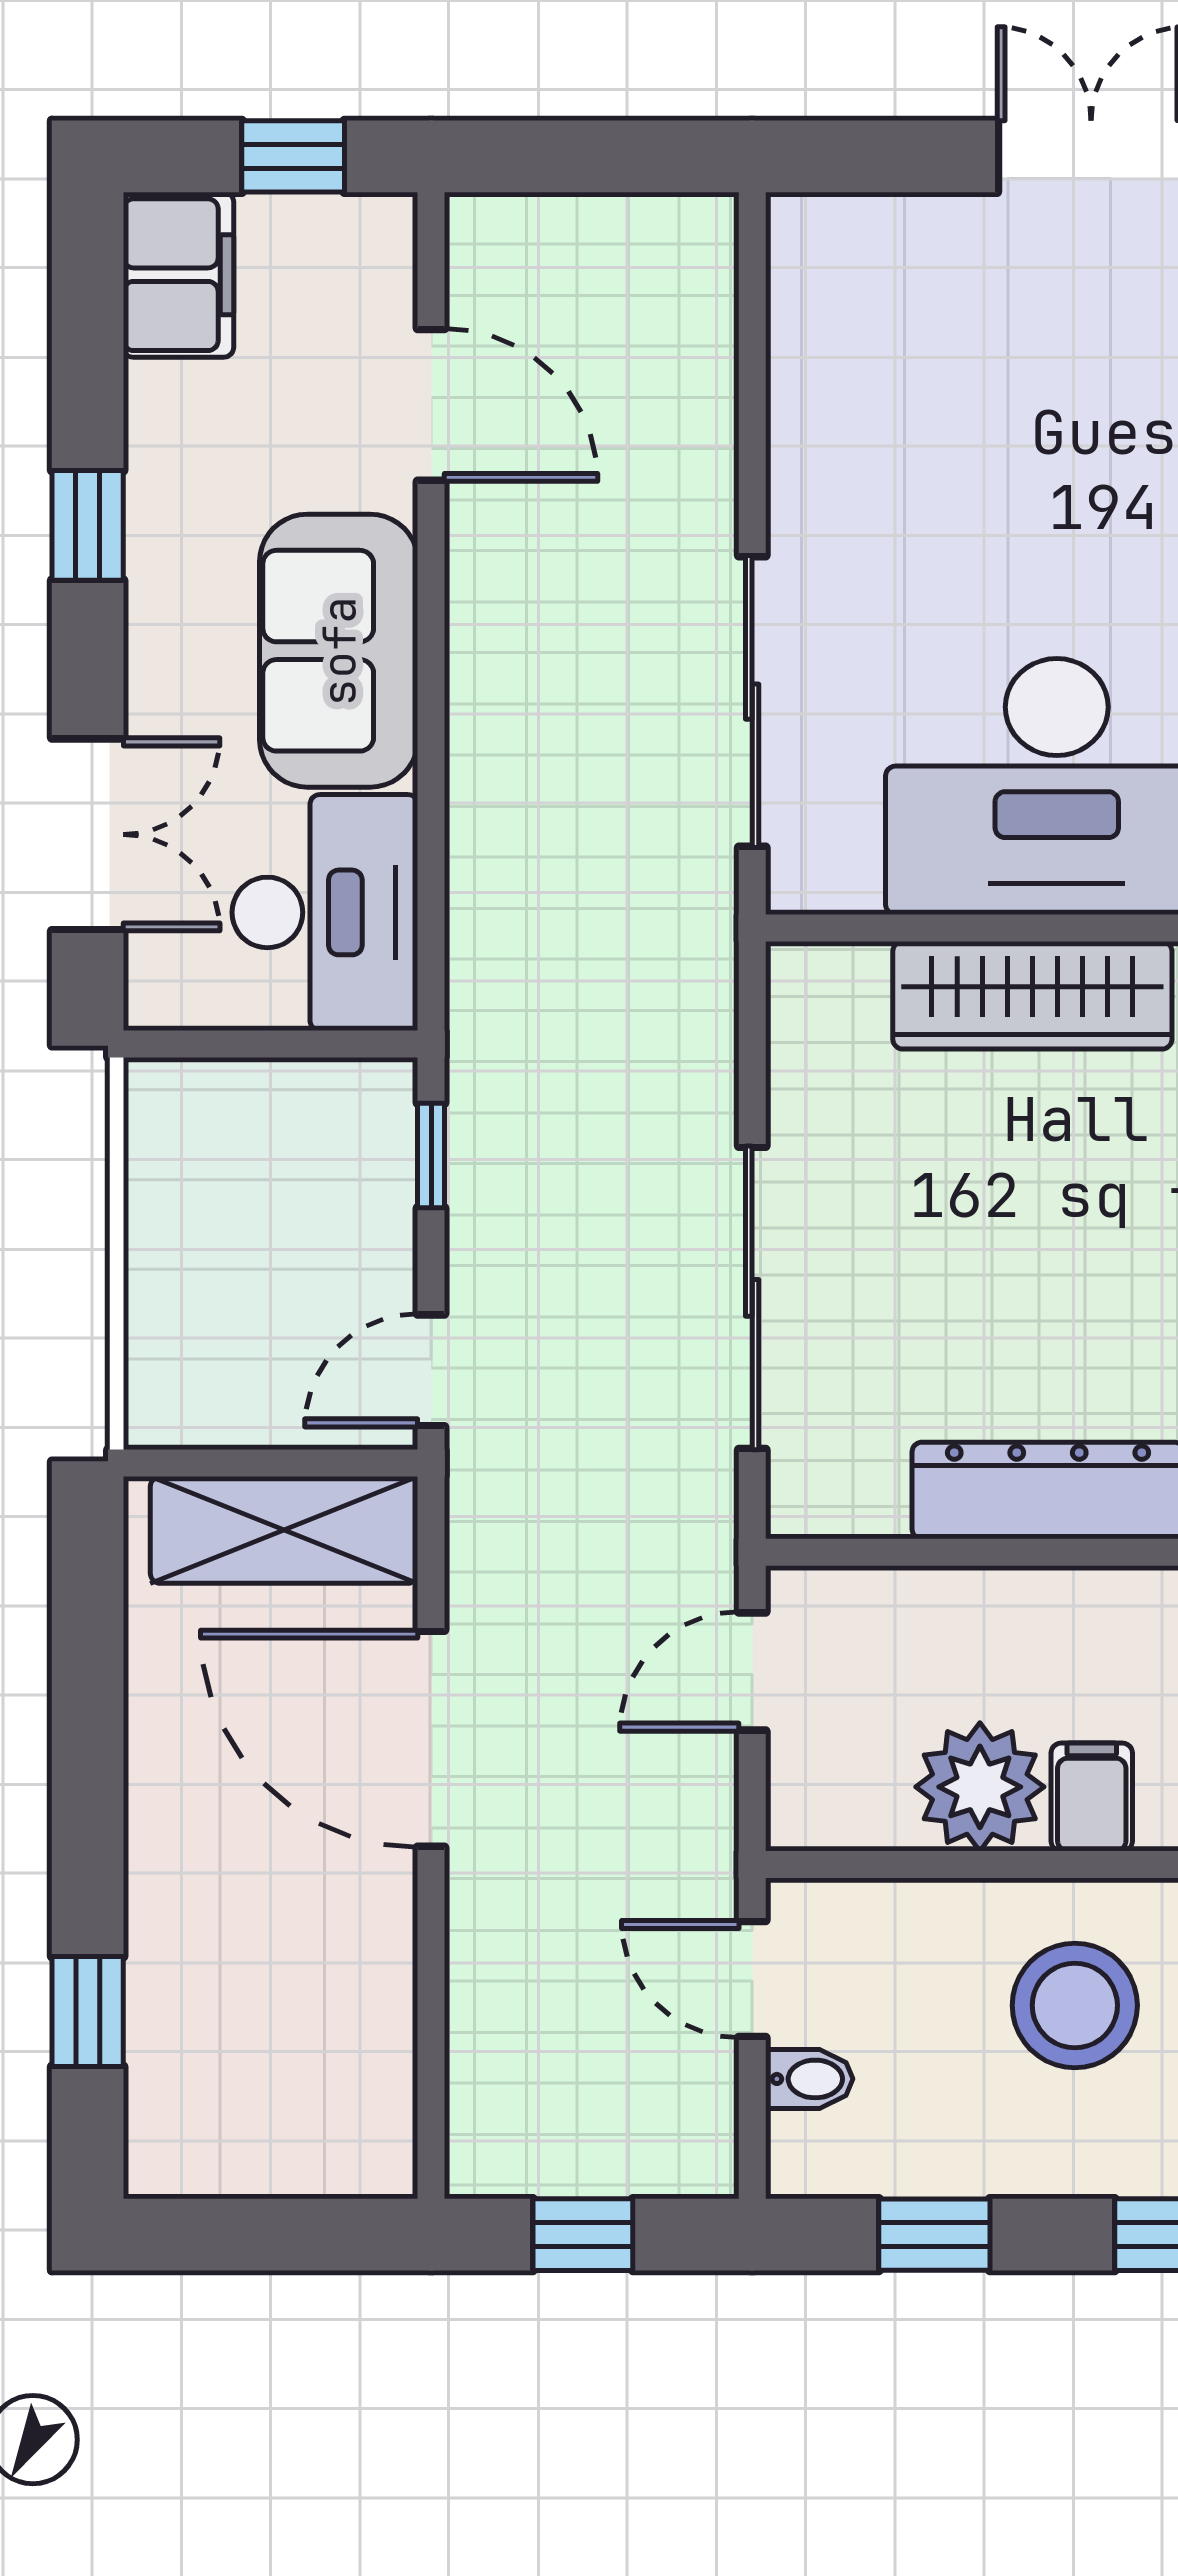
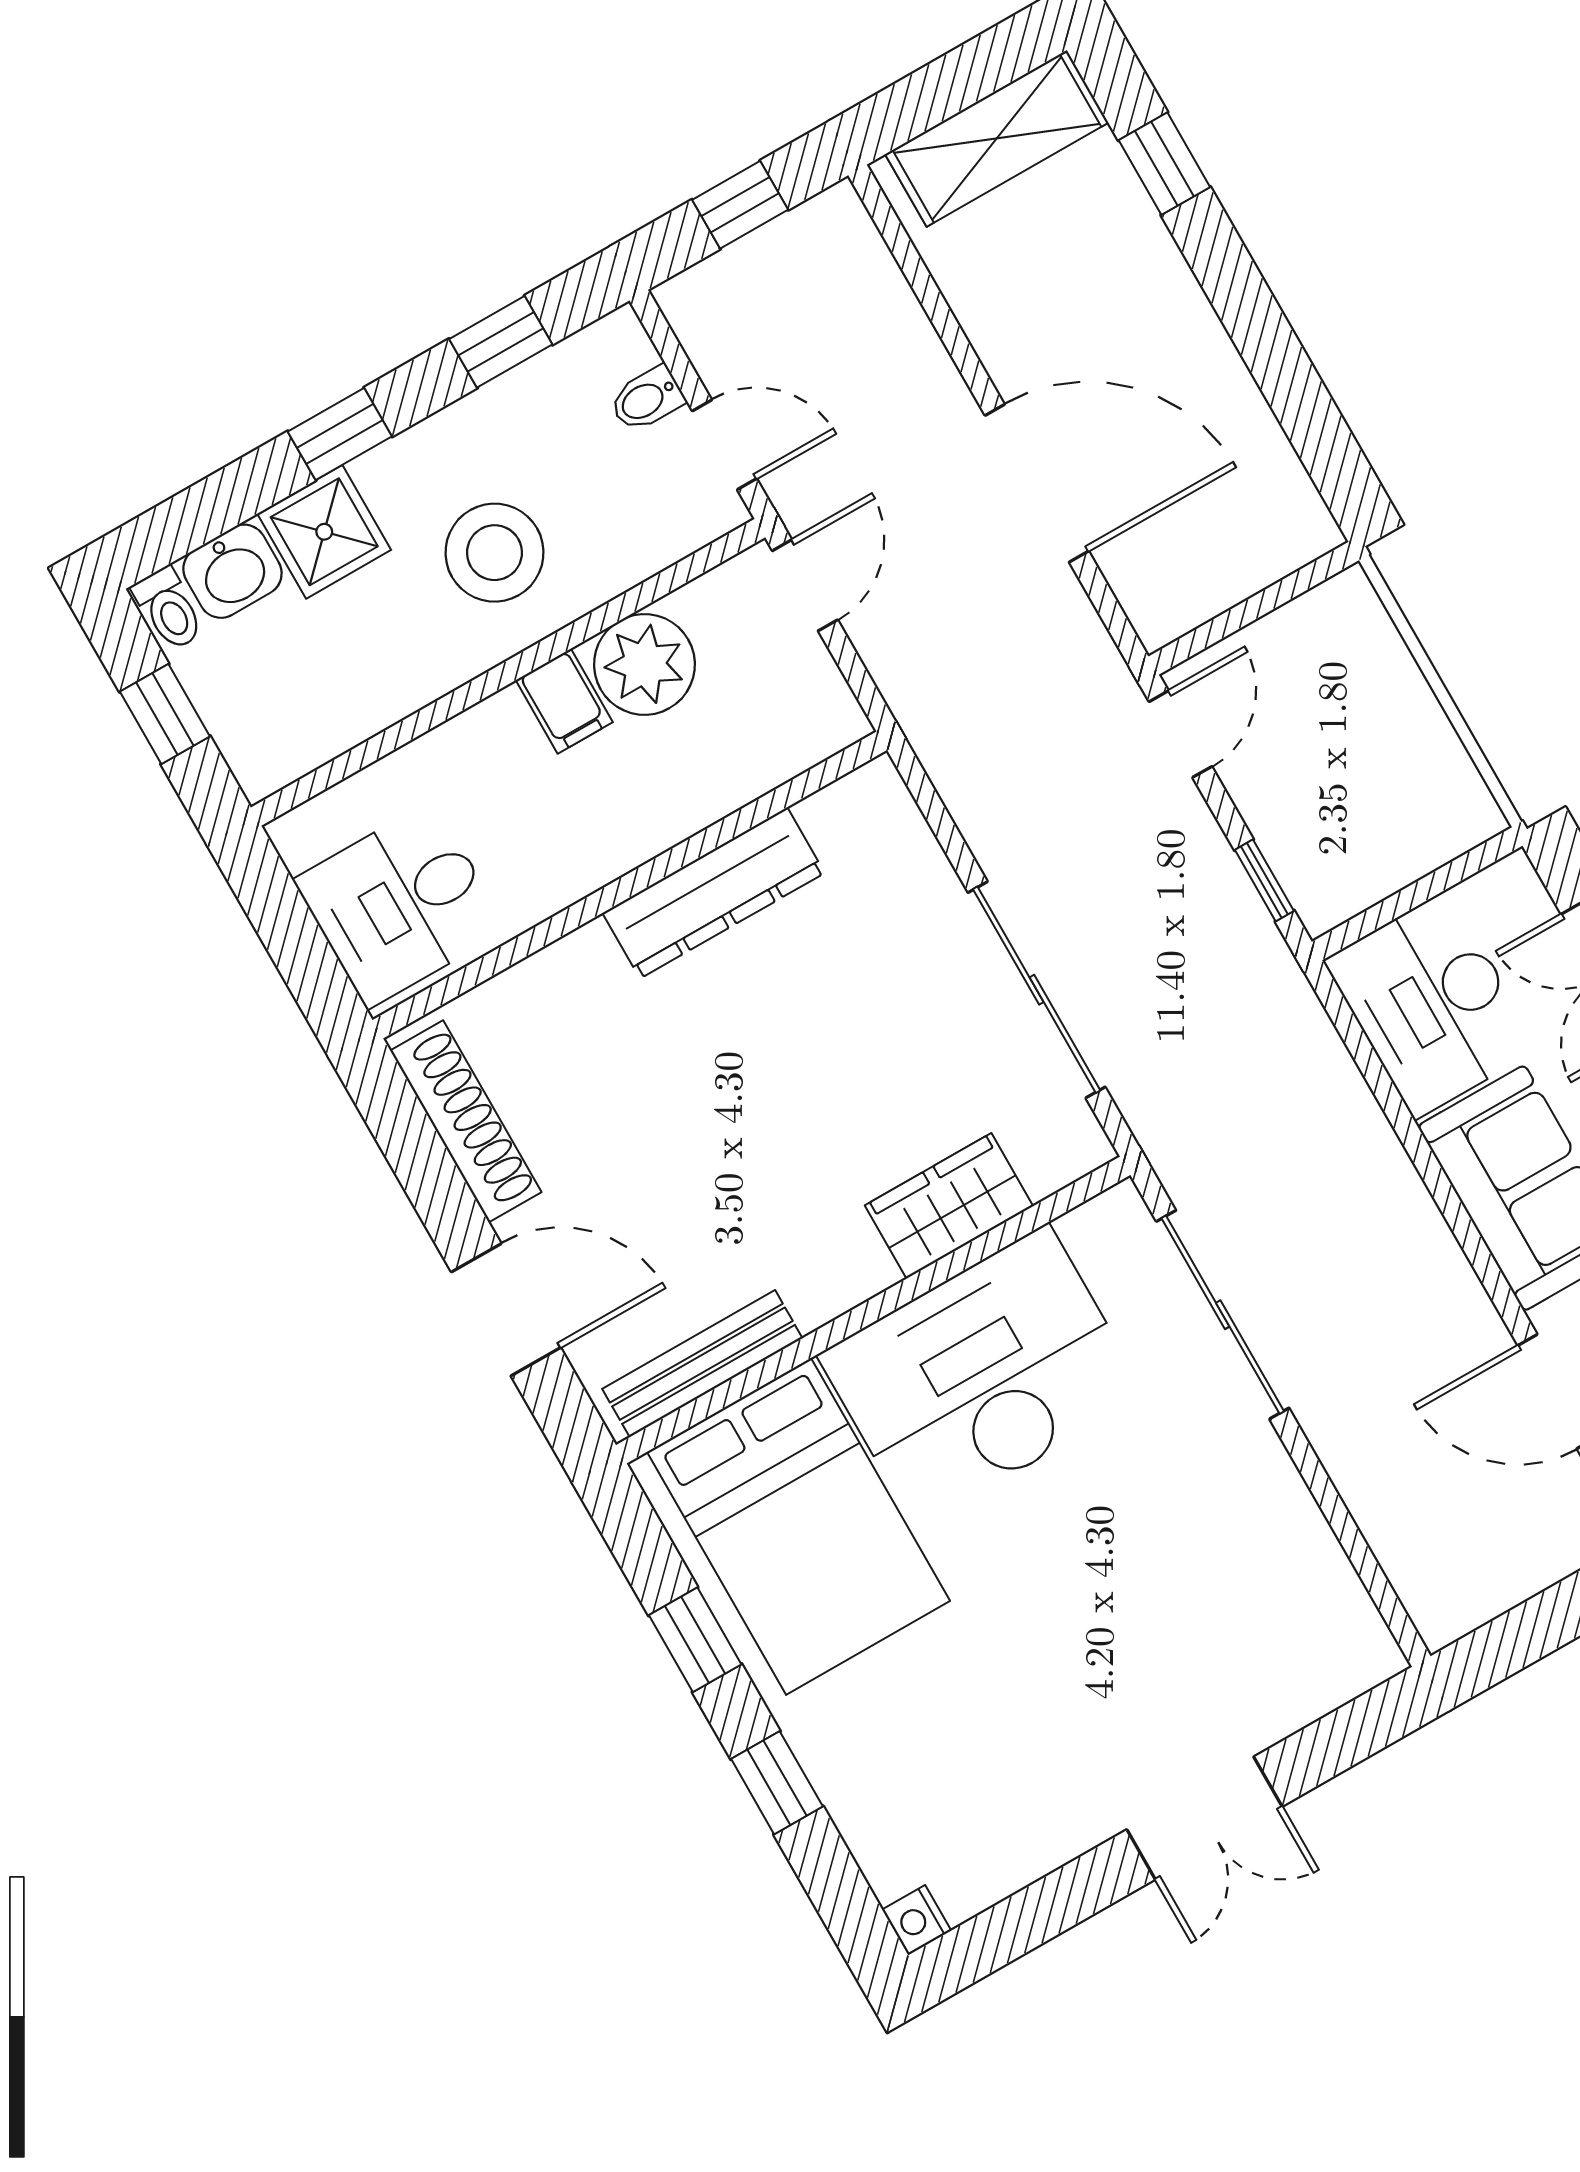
wardrobe: (1032, 995) -> (949, 1206), width x0.67
sliding door: (752, 1298) -> (1037, 990), moved
shelving: (284, 1530) -> (997, 138), moved
door: (752, 1672) -> (805, 585), moved

